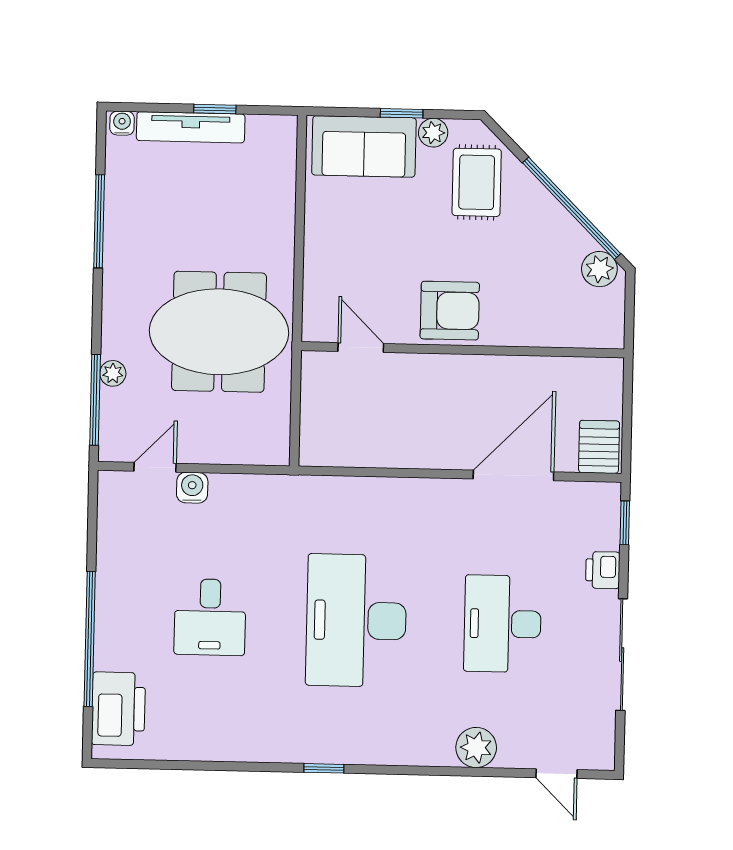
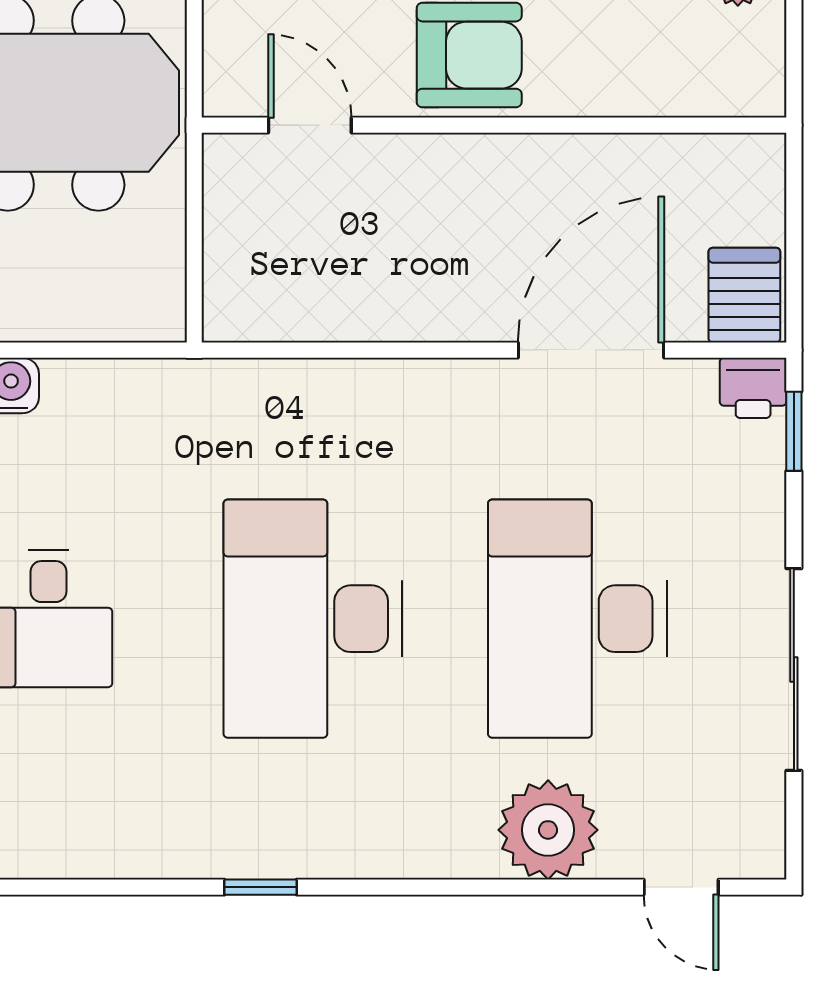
printer: (603, 570) -> (753, 388), moved, turned -90
desk: (503, 624) -> (577, 619), width x1.36, depth x1.30
plant: (476, 747) -> (548, 830), width x1.36, depth x1.36

